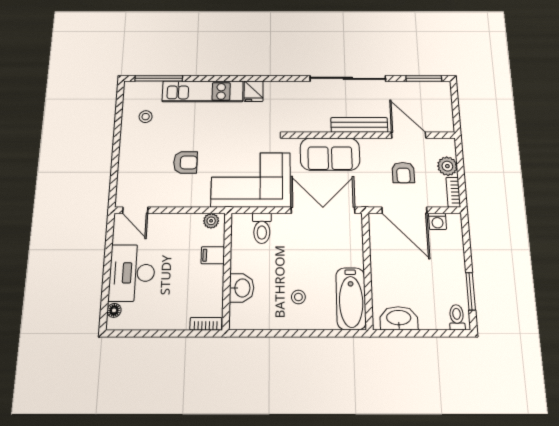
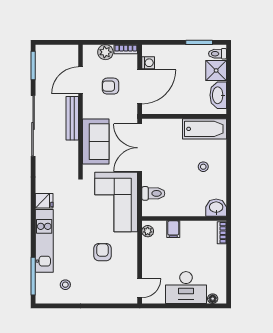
armchair: (403, 173) -> (110, 86), turned 180
washbasin: (242, 288) -> (216, 208), moved
shower: (433, 315) -> (216, 70), added

